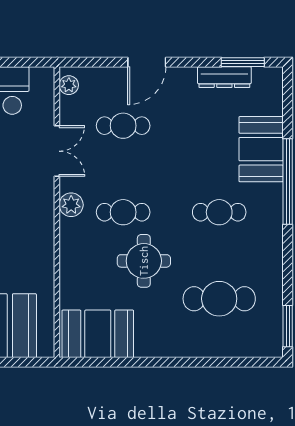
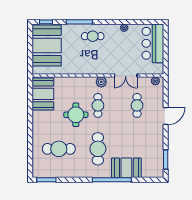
door: (147, 62) -> (166, 116), swing flipped
dresser: (224, 77) -> (159, 151), removed
cafe table: (219, 212) -> (98, 149), width x1.37, depth x1.35
cafe table: (219, 299) -> (59, 149), turned 90

